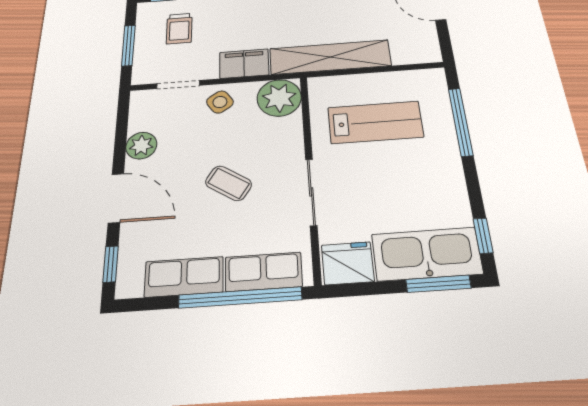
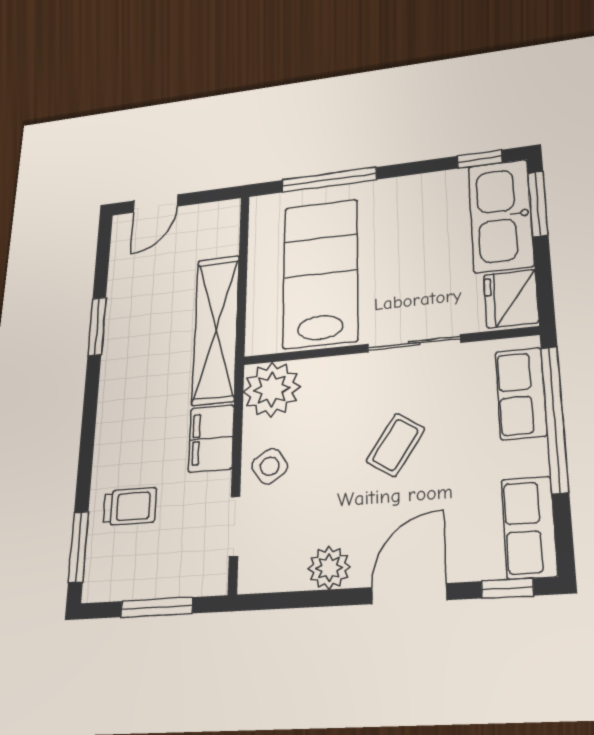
trolley: (179, 29) -> (130, 507), moved
lab bench: (375, 122) -> (320, 273), width x1.36, depth x1.39
row of seats: (184, 277) -> (529, 527), moved

